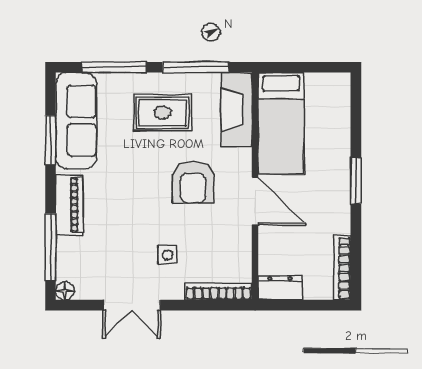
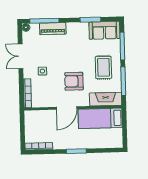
sofa: (76, 121) -> (104, 30), width x0.73
piano: (69, 205) -> (53, 29), moved
dresser: (280, 288) -> (30, 120), removed

